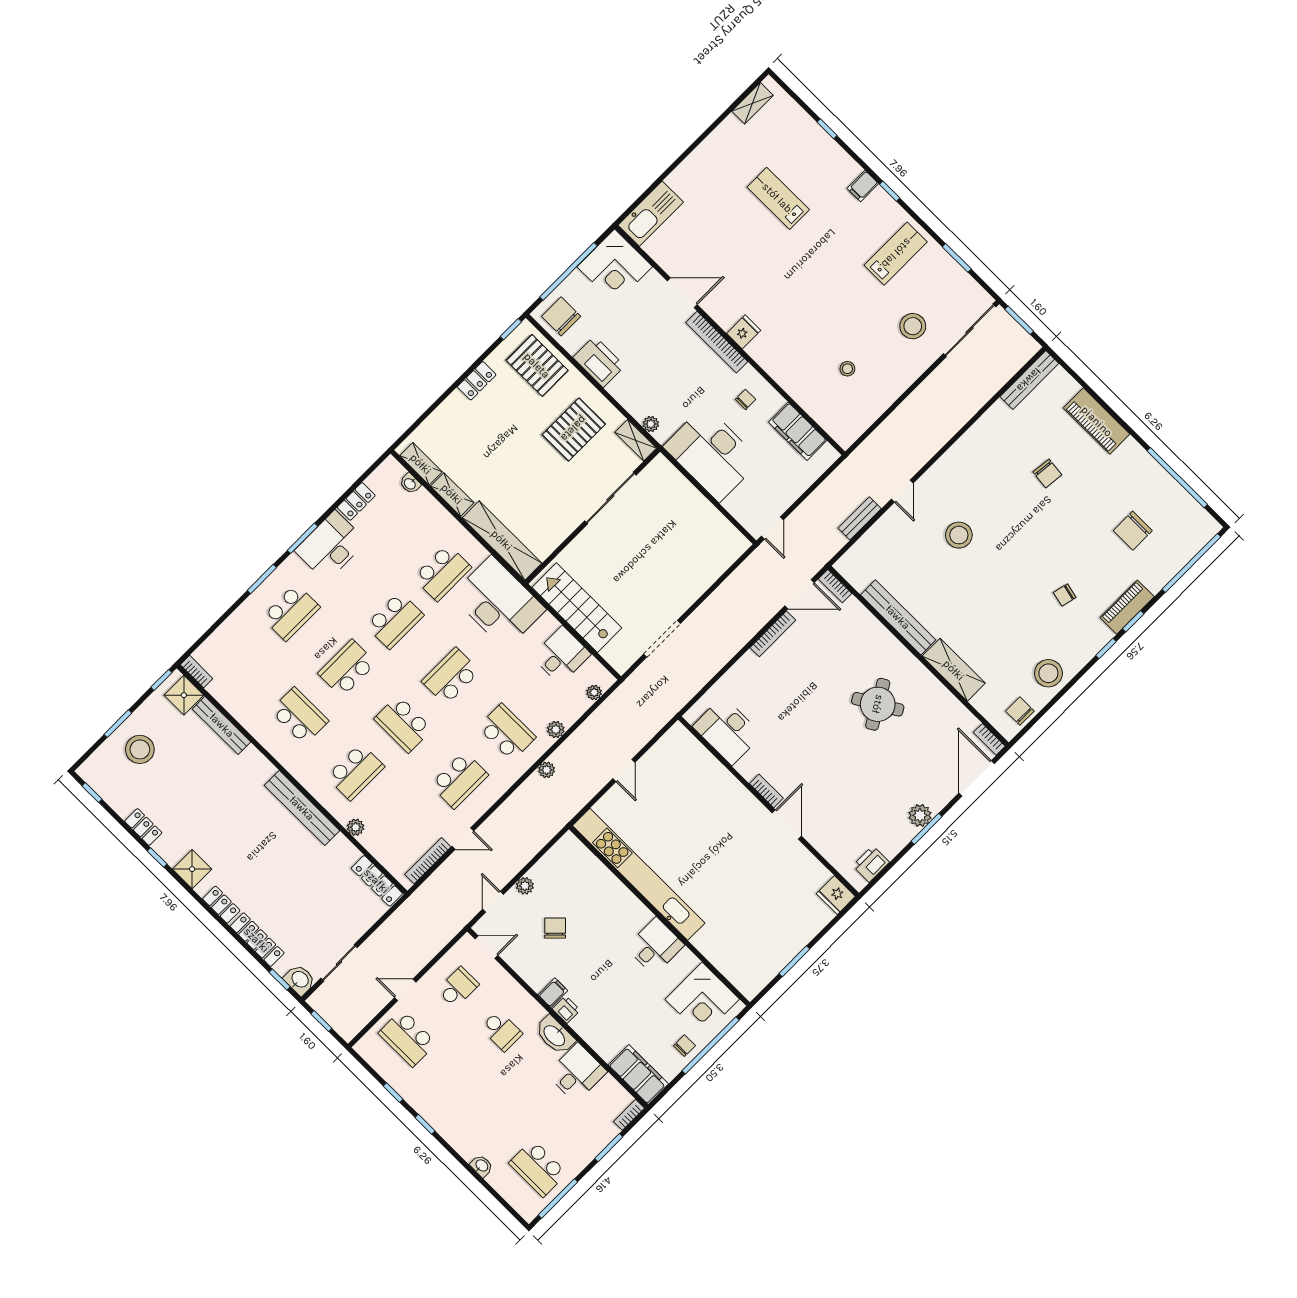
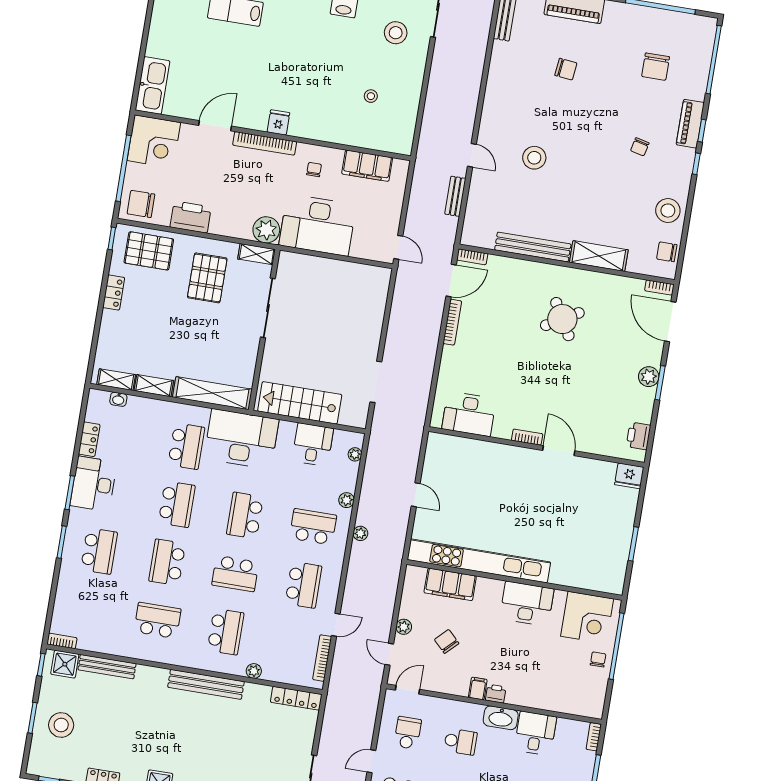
plant: (651, 424) -> (266, 230), width x1.88, depth x1.88
desk: (655, 946) -> (527, 604), width x1.37
filing cabinet: (638, 1074) -> (450, 584), moved, turned 180

